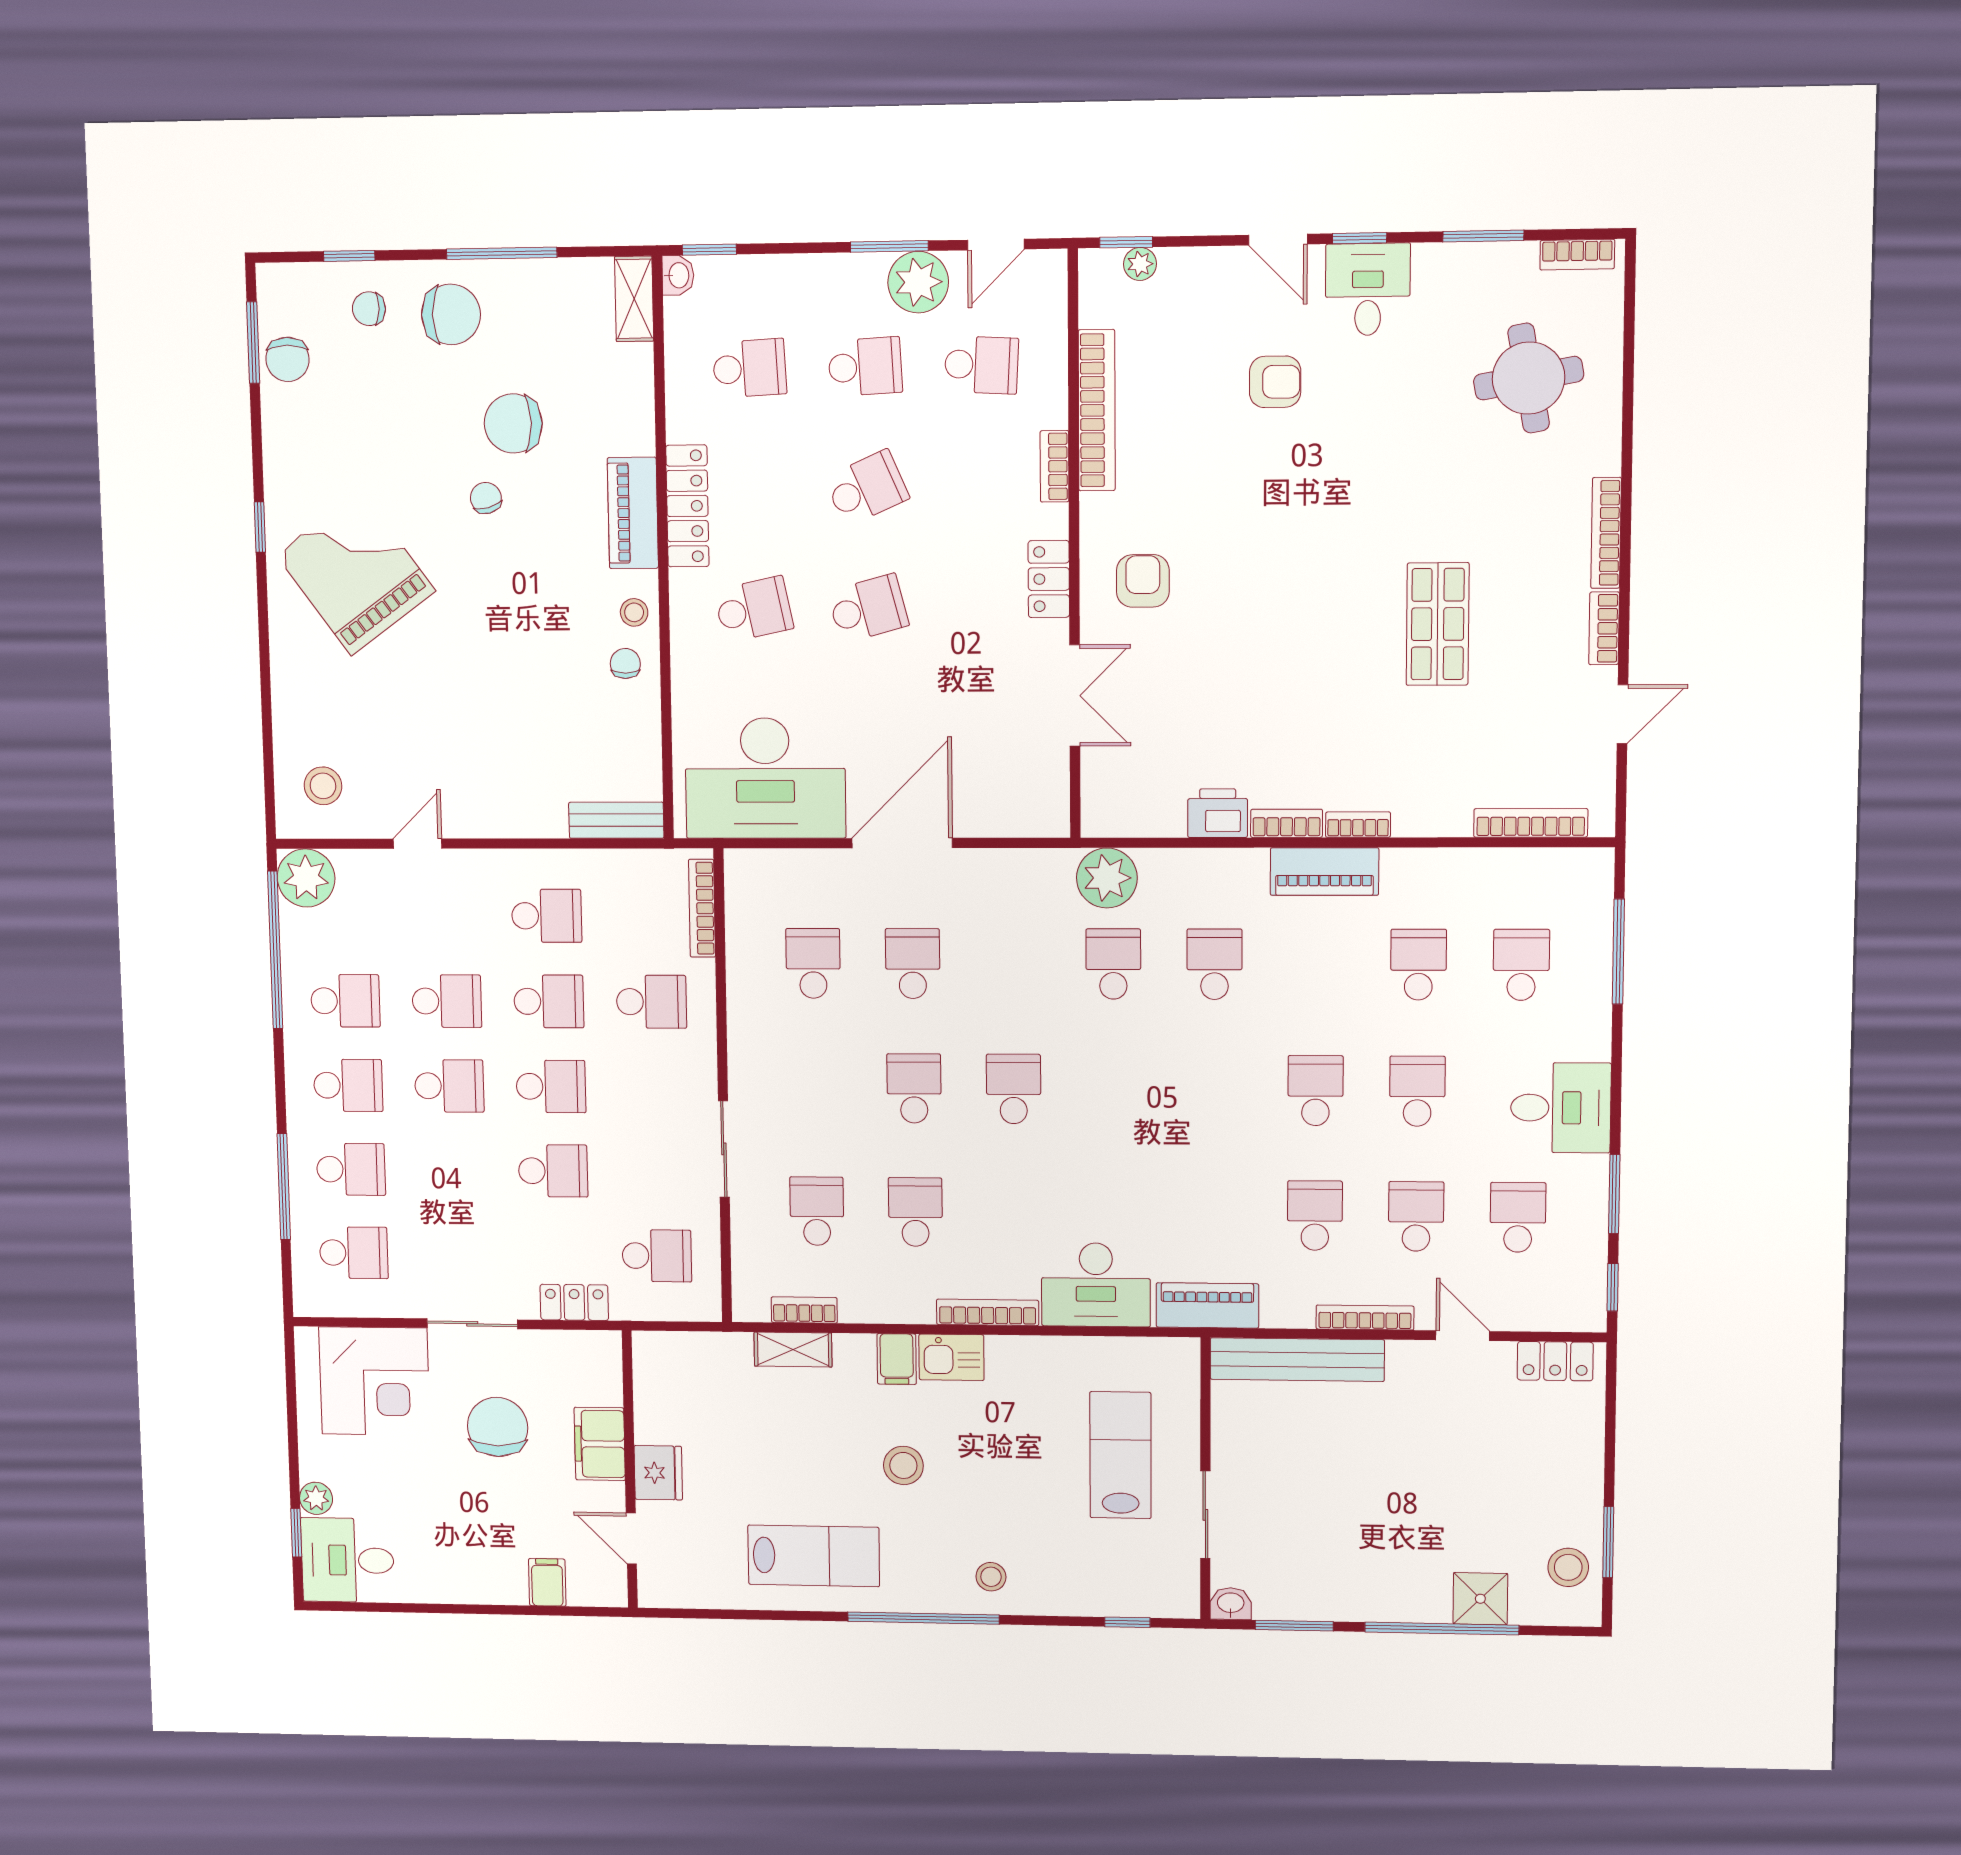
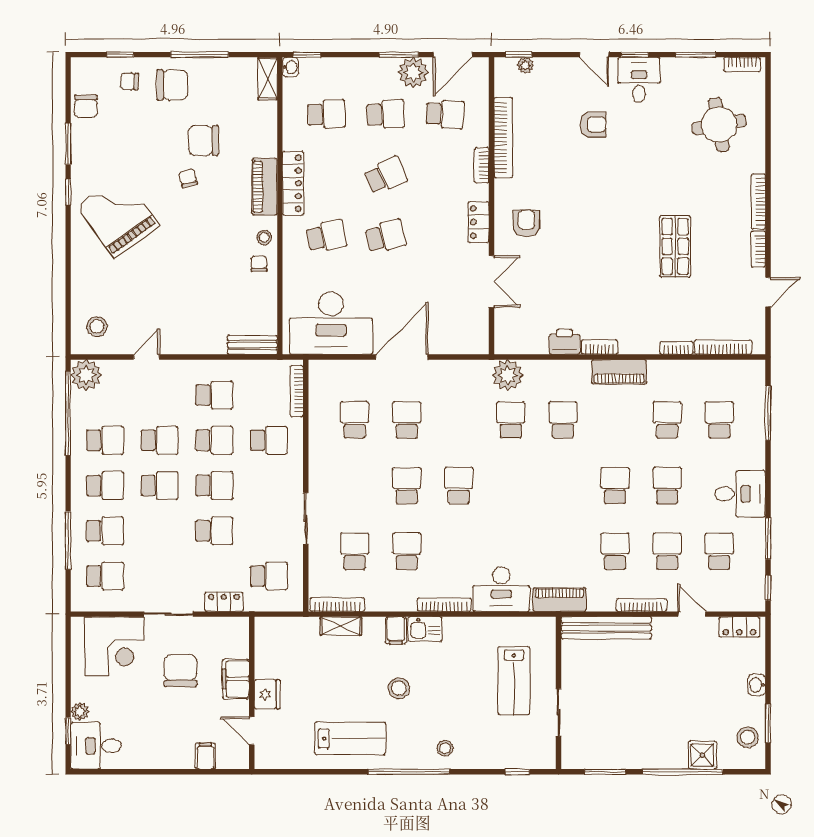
door: (996, 245) -> (453, 55), width x1.38
window: (253, 343) -> (68, 144), moved
bookcase: (1358, 825) -> (676, 348), moved
bookcase: (804, 1310) -> (337, 605), width x1.56
lab bench: (1120, 1455) -> (514, 681), turned 180
washbasin: (1231, 1604) -> (757, 685), moved, turned -90

